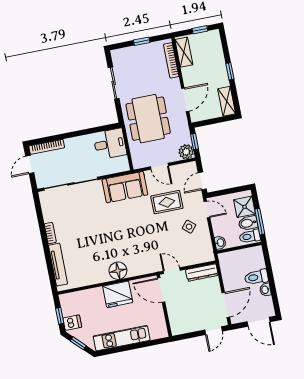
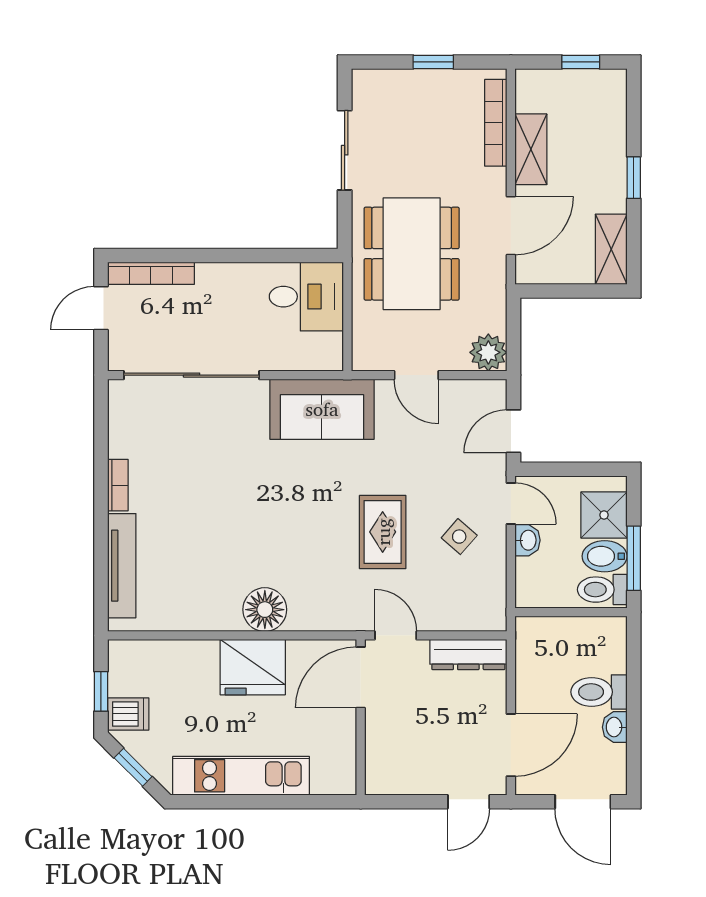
shelving: (184, 52) -> (531, 149), moved
window: (194, 142) -> (514, 332), removed
rug: (167, 202) -> (383, 532), moved, turned 90
washbasin: (220, 243) -> (528, 540), moved
door: (161, 290) -> (361, 677), hinge flipped

